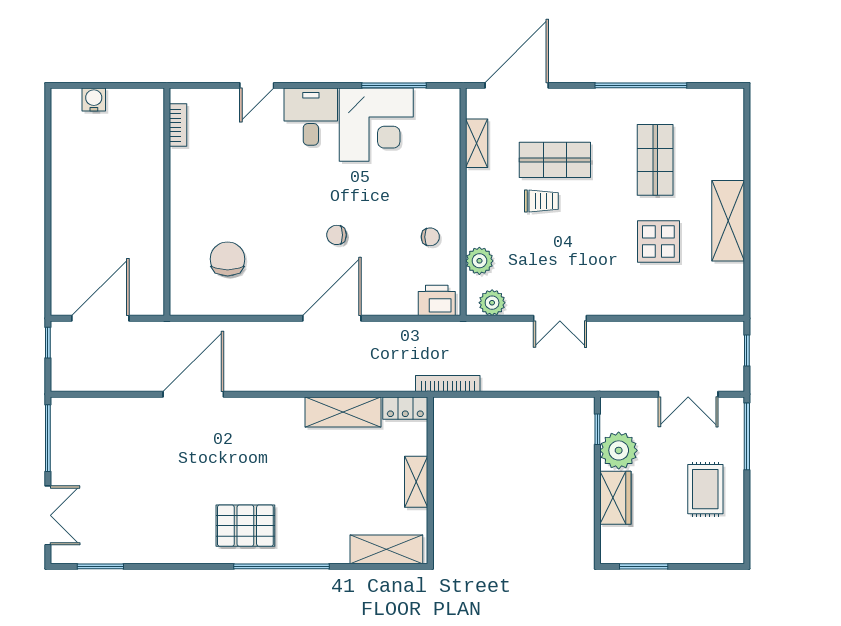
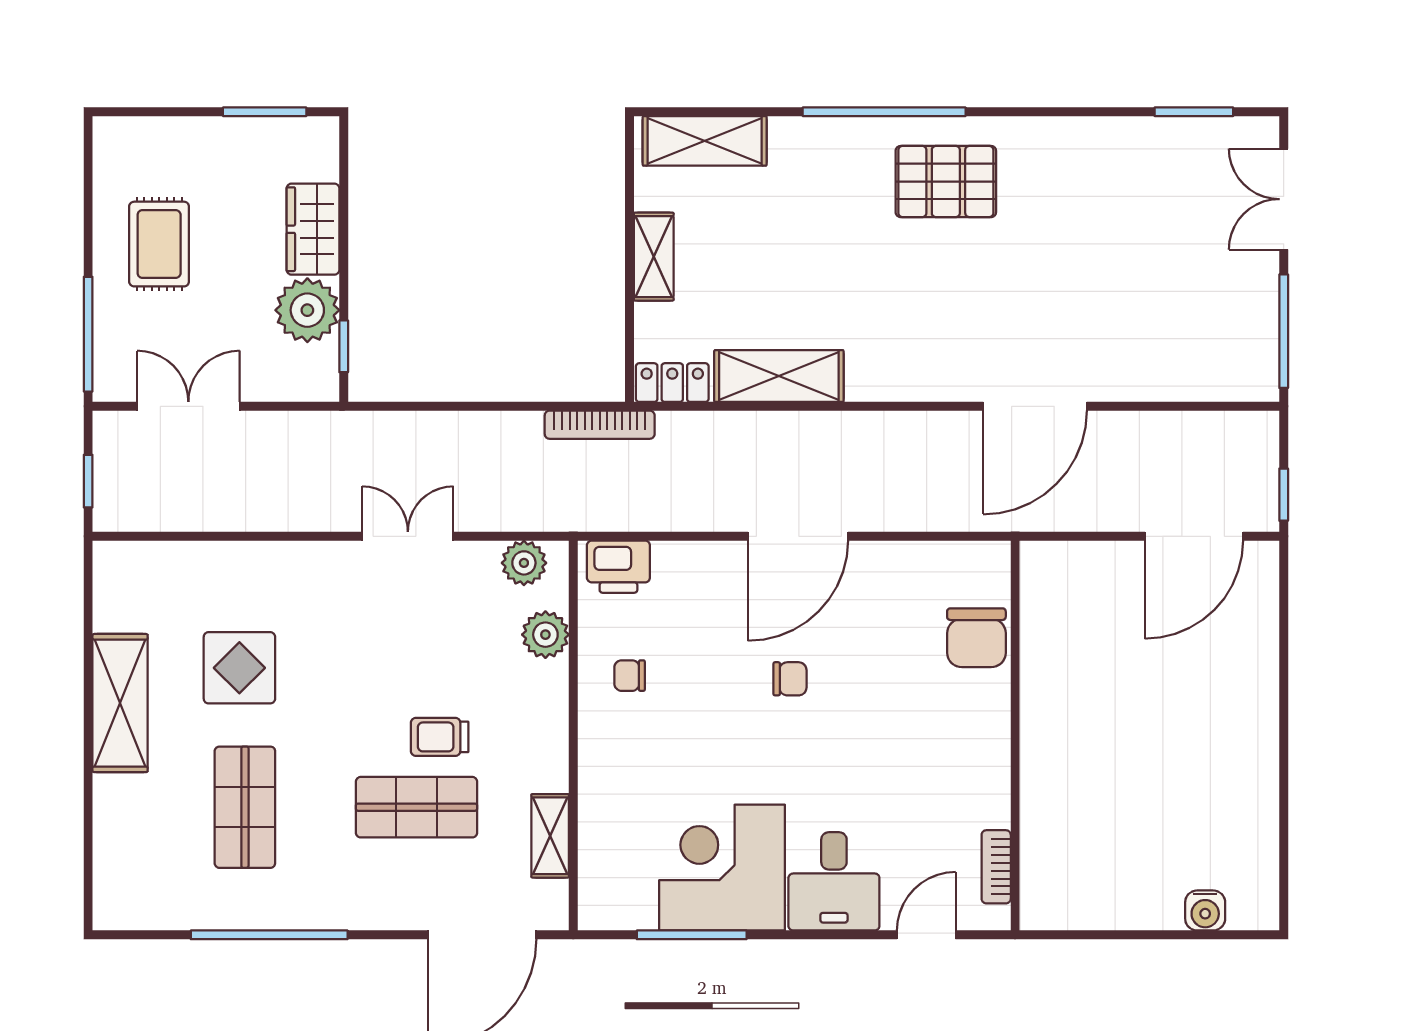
bookcase: (178, 125) -> (996, 867), moved
wall: (167, 202) -> (1015, 736), moved

